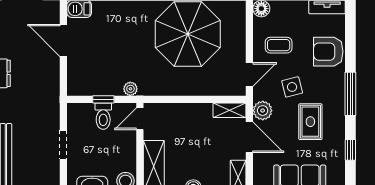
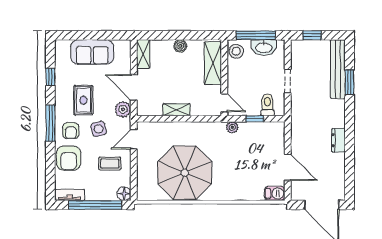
armchair: (328, 52) -> (69, 158), turned 90
armchair: (326, 85) -> (71, 131), added
shelving: (230, 110) -> (176, 110), moved
toilet: (103, 116) -> (267, 105), moved
door: (140, 119) -> (224, 103), hinge flipped

